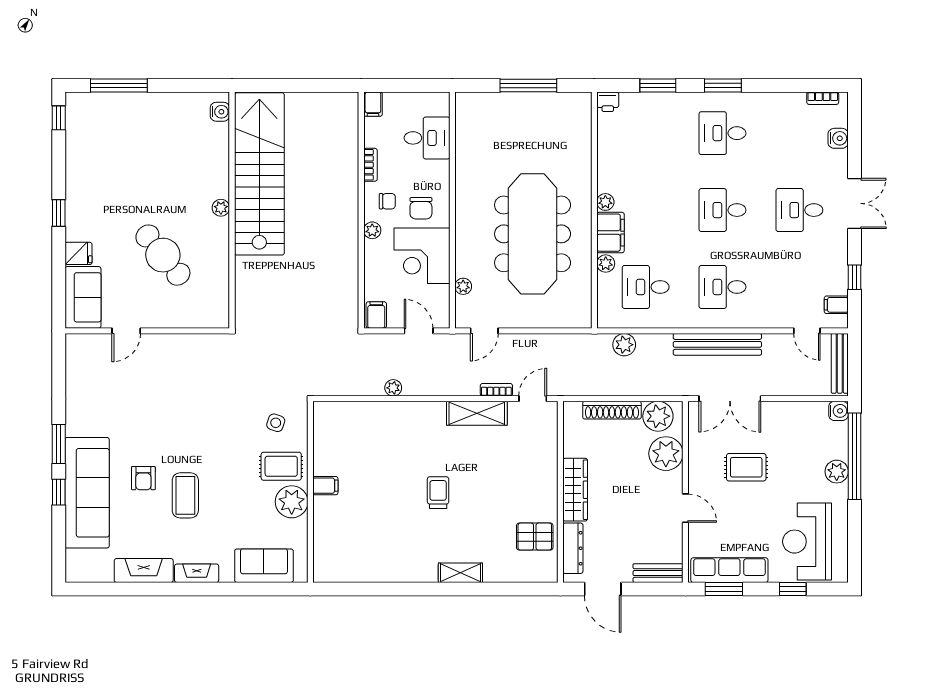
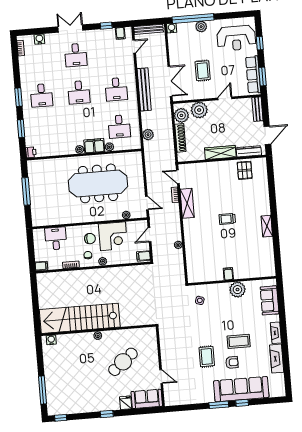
rug: (281, 466) -> (207, 357), moved
shelving: (460, 573) -> (267, 226), moved

